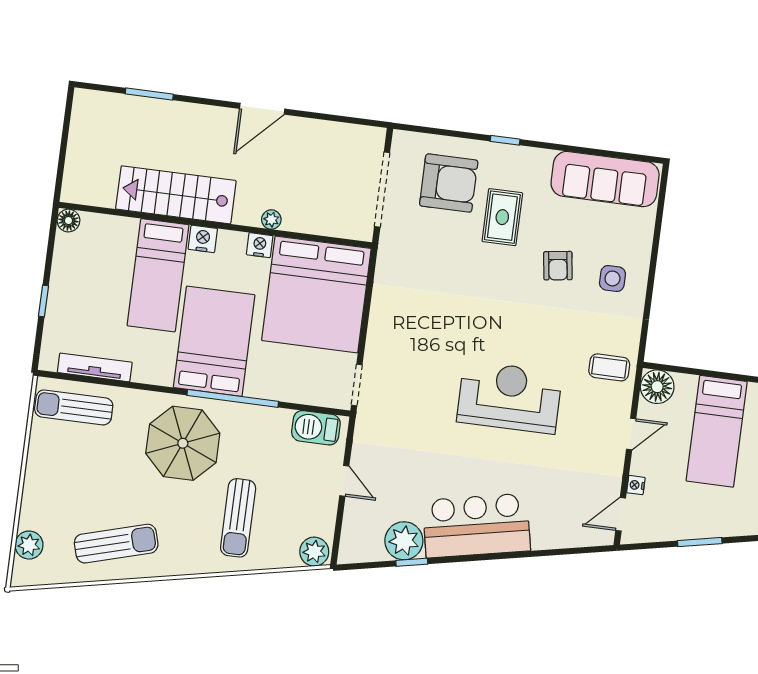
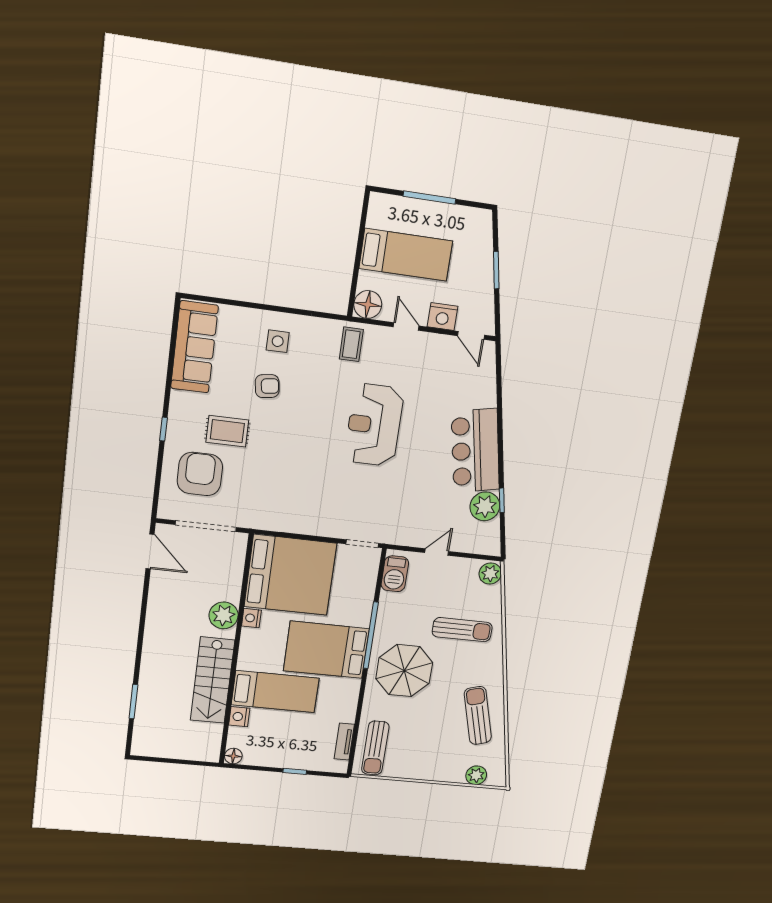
door: (262, 109) -> (150, 551), moved
plant: (271, 220) -> (224, 615), width x1.88, depth x1.88
nightstand: (203, 239) -> (239, 717), moved
tv unit: (95, 367) -> (344, 742), width x0.71
nightstand: (636, 485) -> (442, 317), width x1.89, depth x1.79

